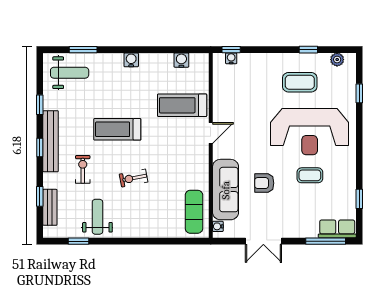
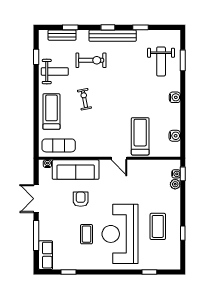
plant: (337, 60) -> (175, 184), moved
weight bench: (70, 73) -> (161, 61), moved
treadmill: (117, 129) -> (51, 112), moved
exercise bike: (83, 169) -> (91, 60), width x1.38, depth x1.39
window: (326, 241) -> (36, 235), moved

